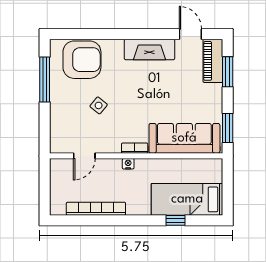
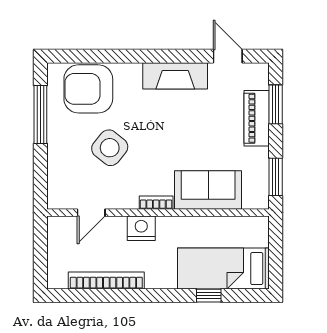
armchair: (82, 60) -> (88, 89), turned 180
piano: (213, 61) -> (257, 118), moved
side table: (99, 105) -> (110, 148), width x1.87, depth x1.87
sofa: (184, 138) -> (208, 190), width x0.73
nightstand: (128, 164) -> (141, 228), width x1.89, depth x1.79

